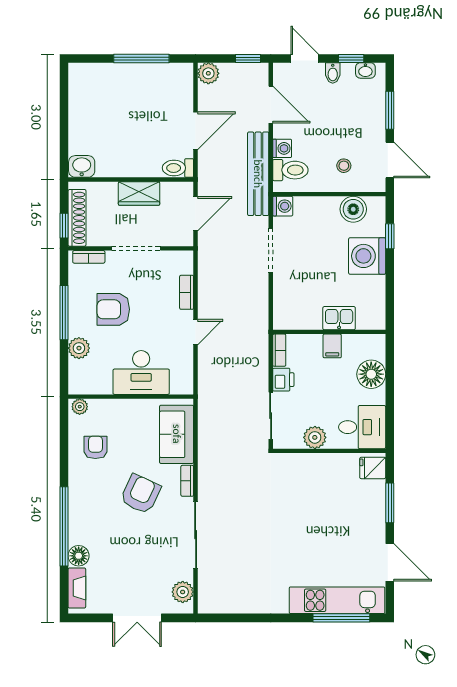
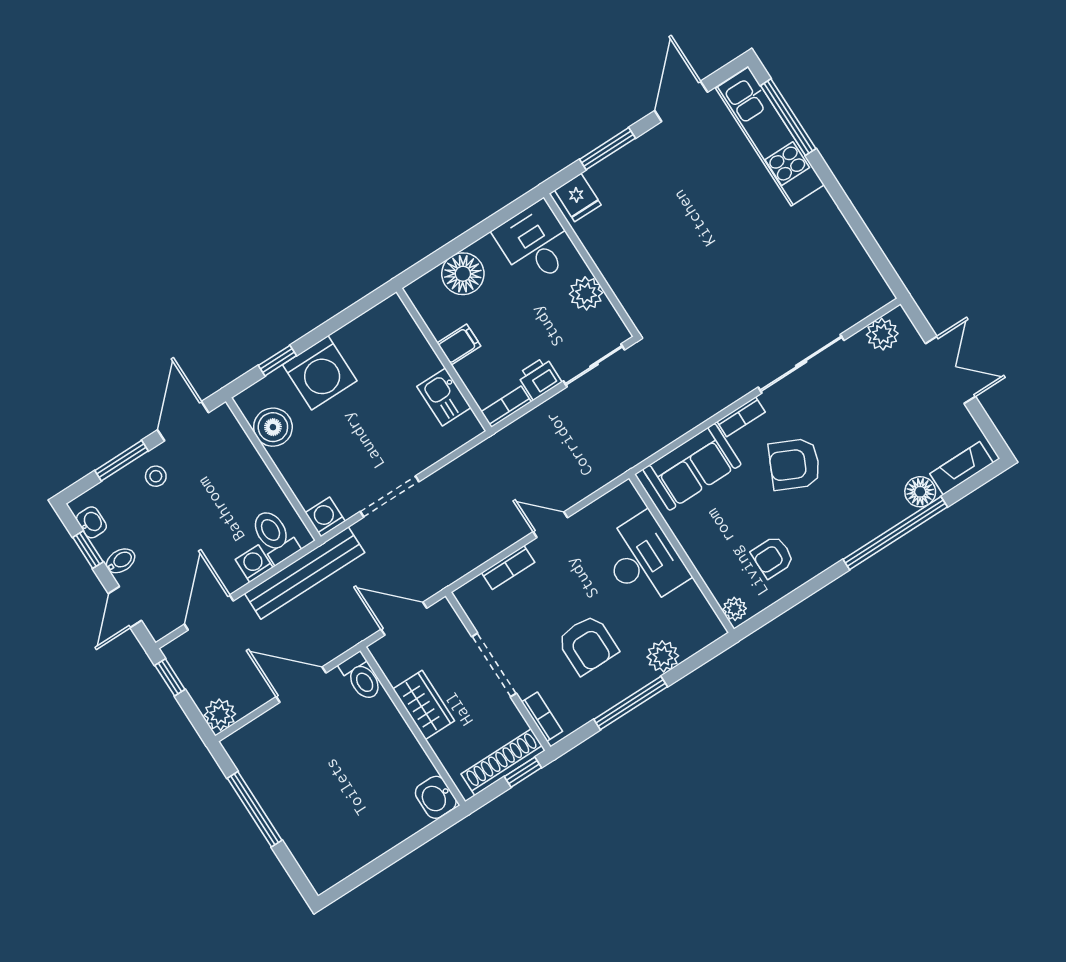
stool: (344, 166) -> (156, 476), moved
kitchen sink: (339, 318) -> (444, 397), moved

